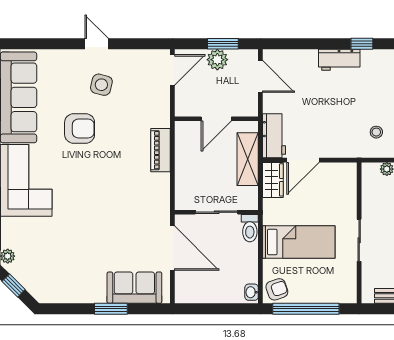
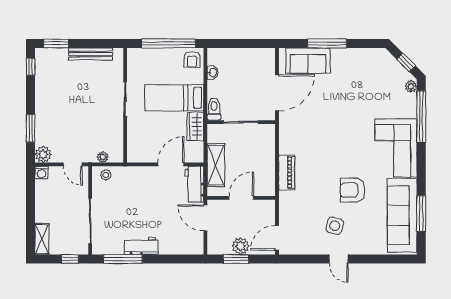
window: (362, 44) -> (123, 259), width x2.17
door: (260, 76) -> (205, 218), moved
stool: (376, 132) -> (106, 175), moved
wardrobe: (273, 180) -> (195, 127), moved
door: (172, 248) -> (277, 93), swing flipped
armchair: (277, 289) -> (192, 59), turned -71
washbasin: (252, 292) -> (213, 73), moved
window: (111, 309) -> (327, 43), width x1.44

